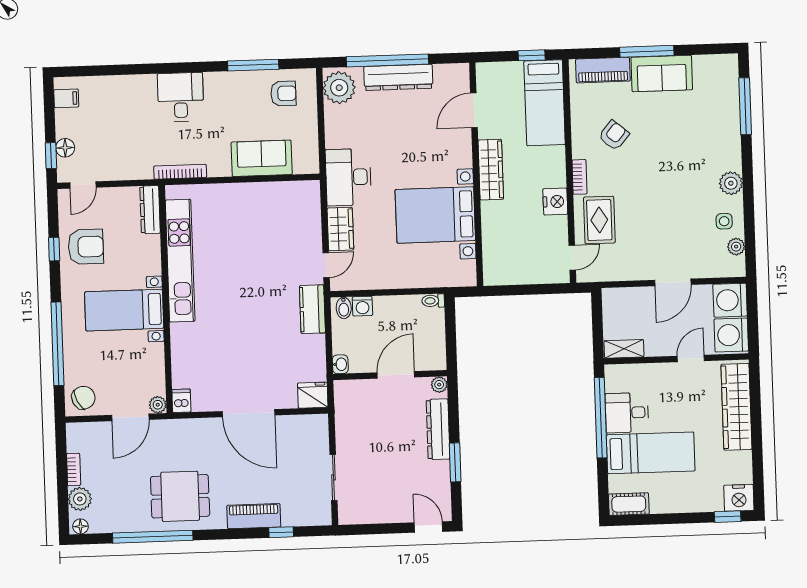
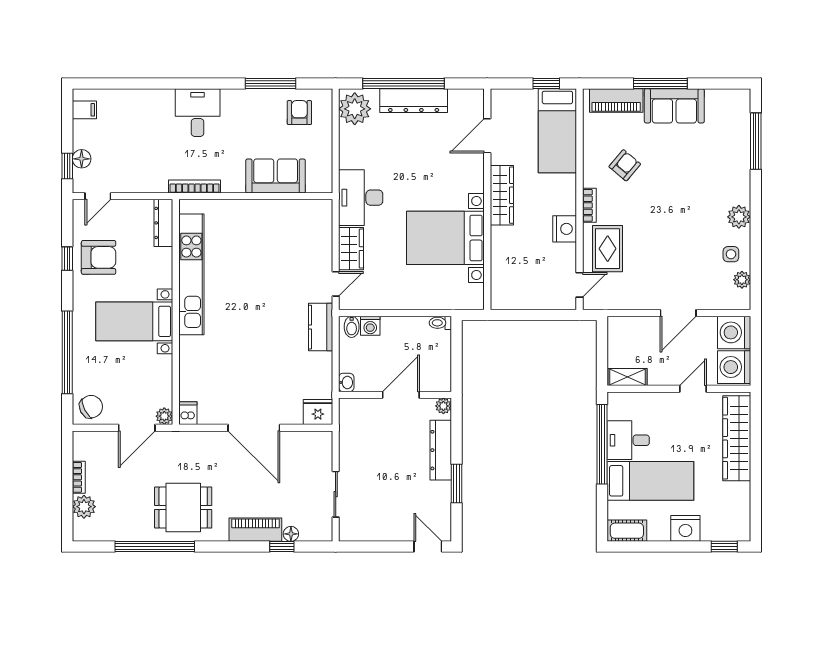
armchair: (283, 93) -> (299, 113), turned -90
nightstand: (739, 498) -> (685, 528), moved
floor lamp: (80, 526) -> (291, 534), moved

